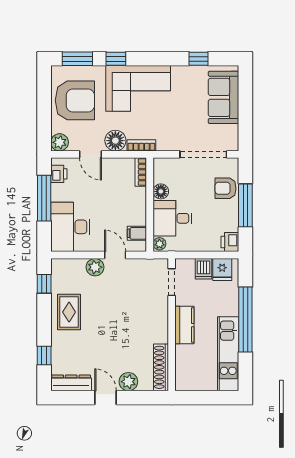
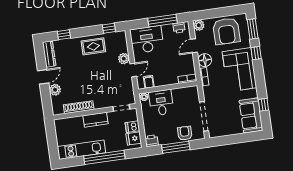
sofa: (224, 97) -> (251, 115), moved, turned -90
floor lamp: (161, 191) -> (177, 93), removed
shoe rack: (161, 367) -> (79, 107), moved

